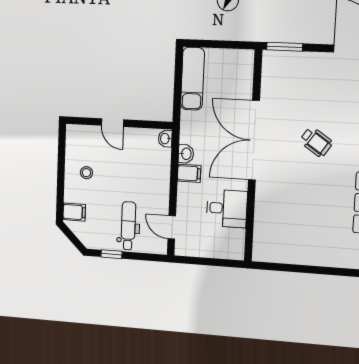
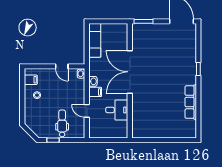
door: (112, 123) -> (62, 66), moved
wheelchair: (316, 142) -> (163, 71), removed
filing cabinet: (74, 212) -> (31, 80), moved
door: (172, 227) -> (87, 111), moved

